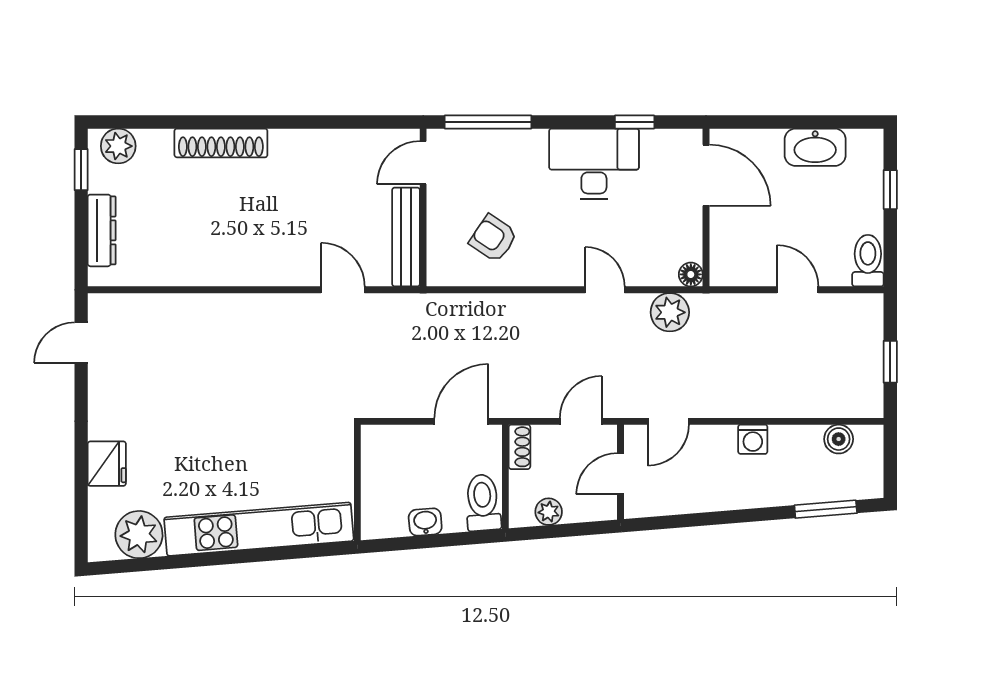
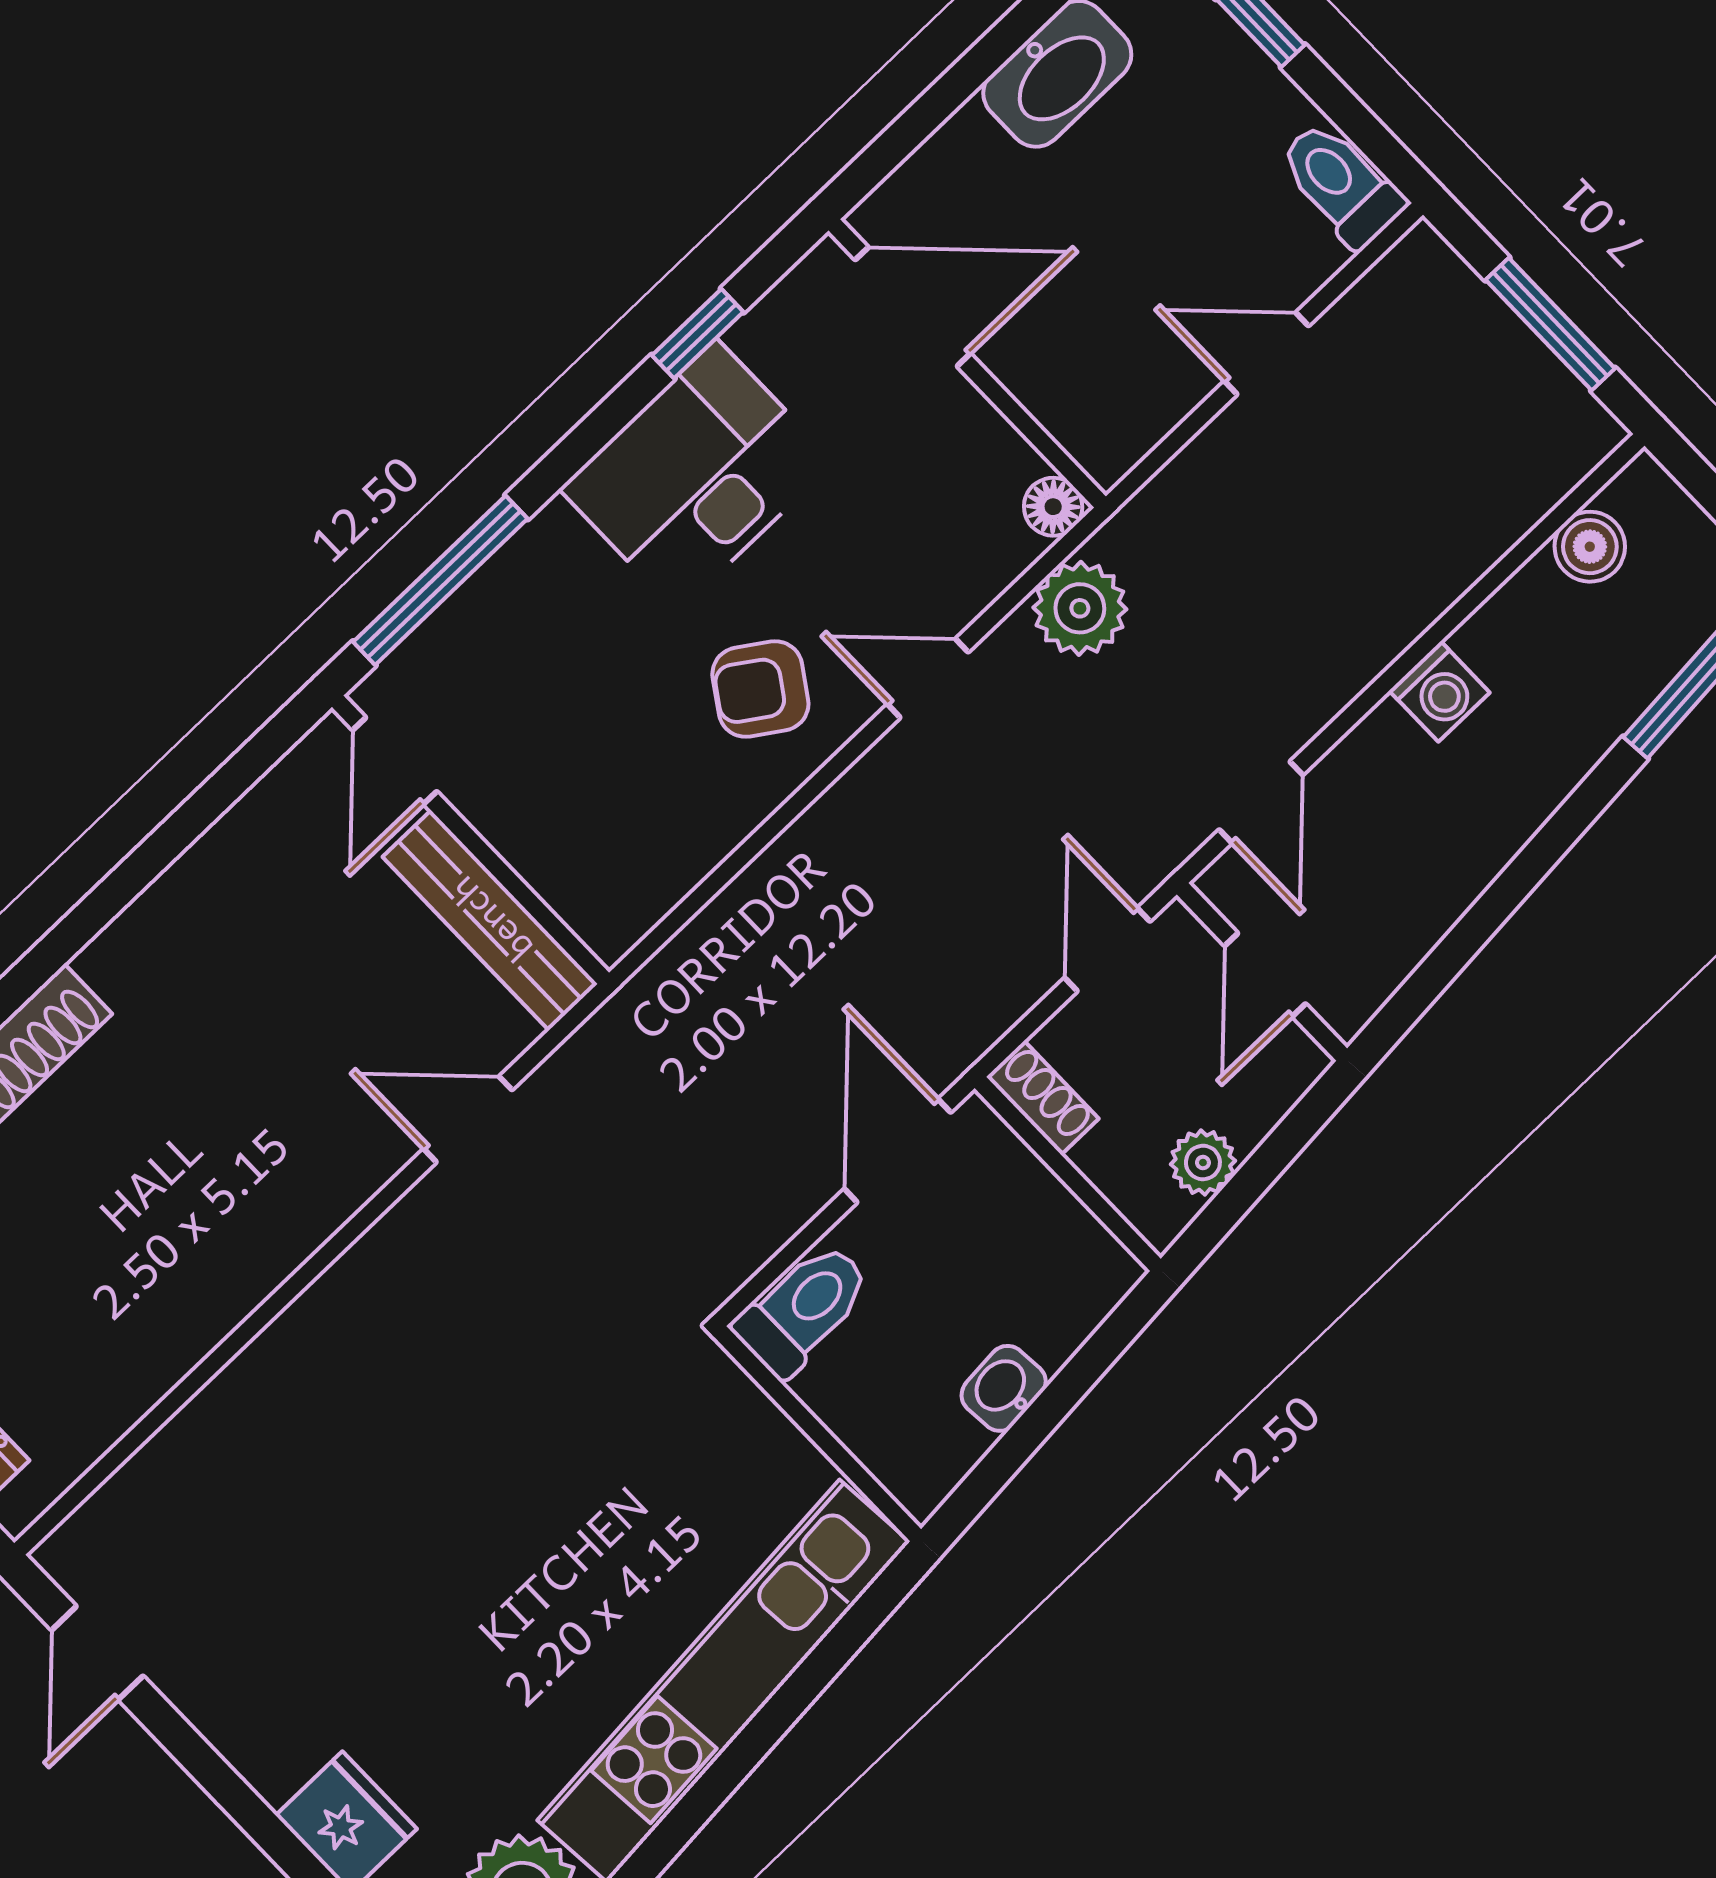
armchair: (493, 238) -> (760, 689), moved
window: (890, 362) -> (1550, 324), width x1.50
toilet: (483, 503) -> (803, 1309), moved, turned 95

